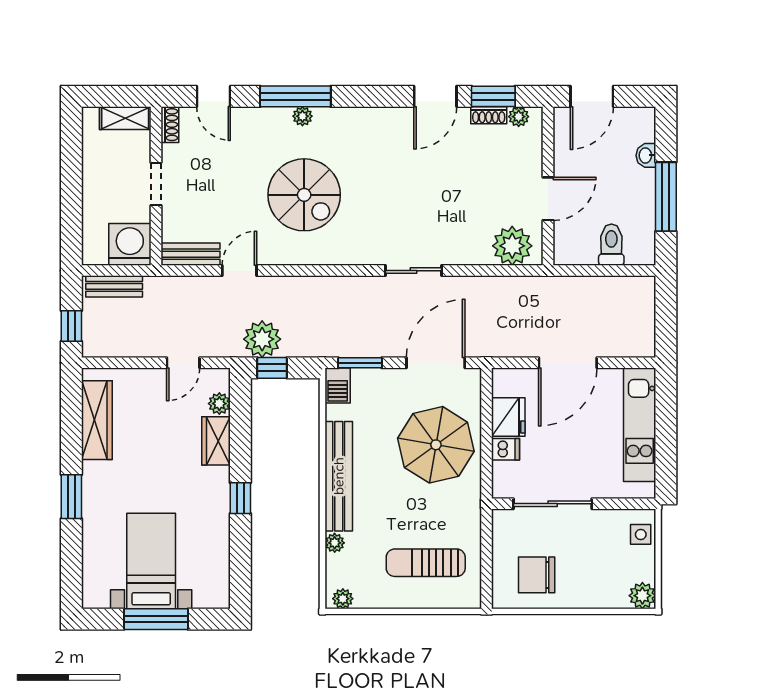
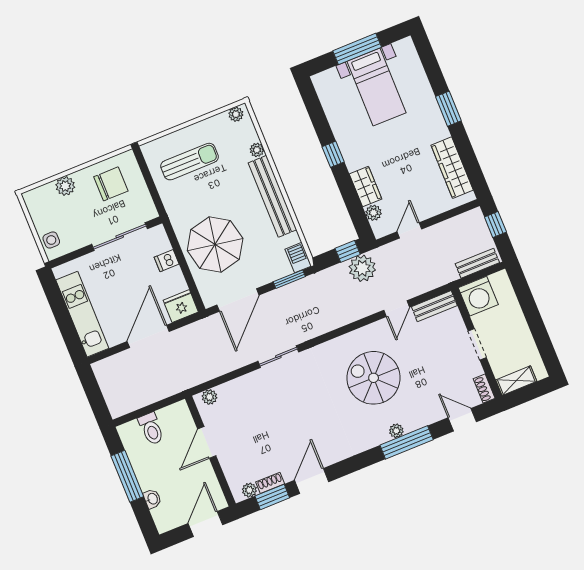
plant: (512, 246) -> (209, 397), width x0.53, depth x0.53
fridge: (508, 417) -> (181, 306), moved, turned 90
plant: (642, 596) -> (65, 186), moved

